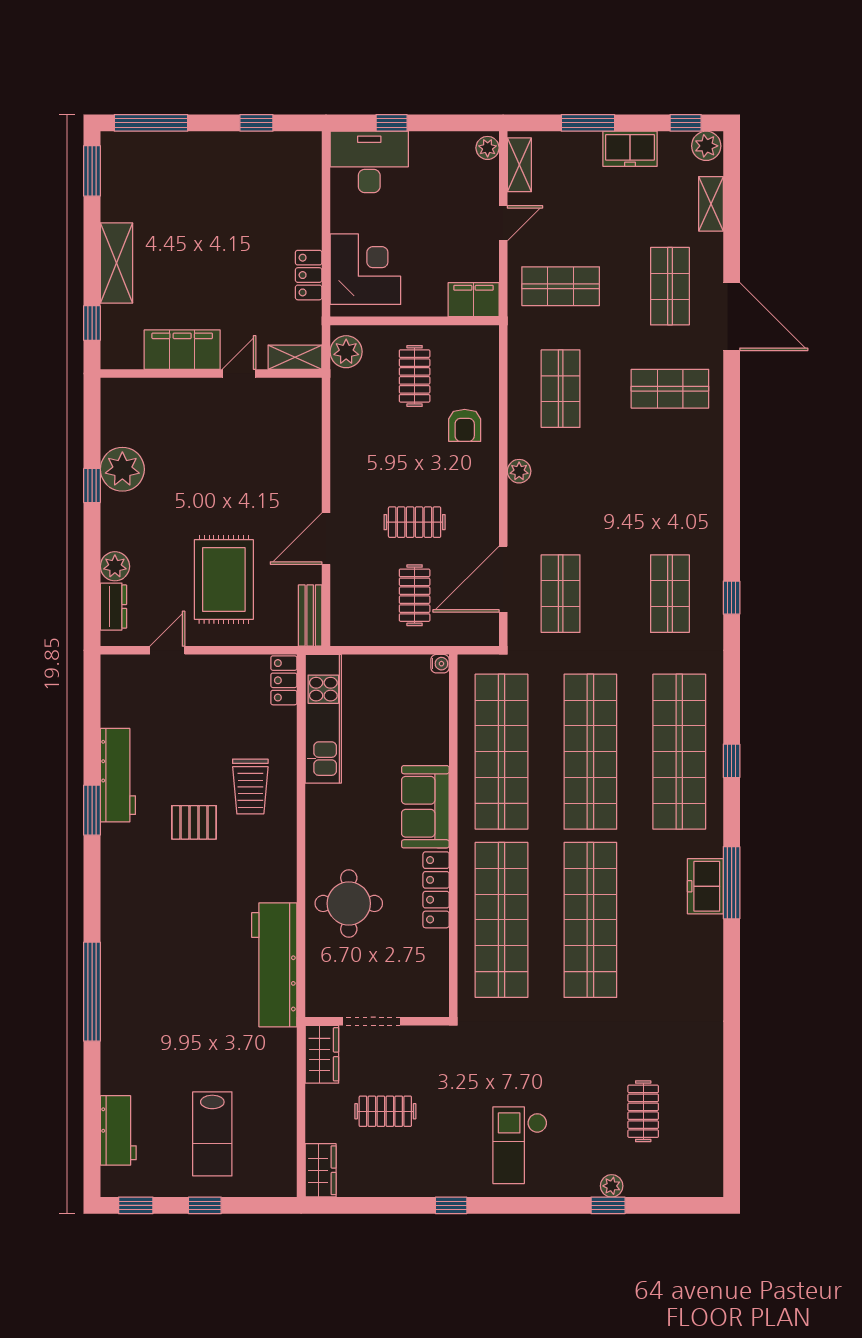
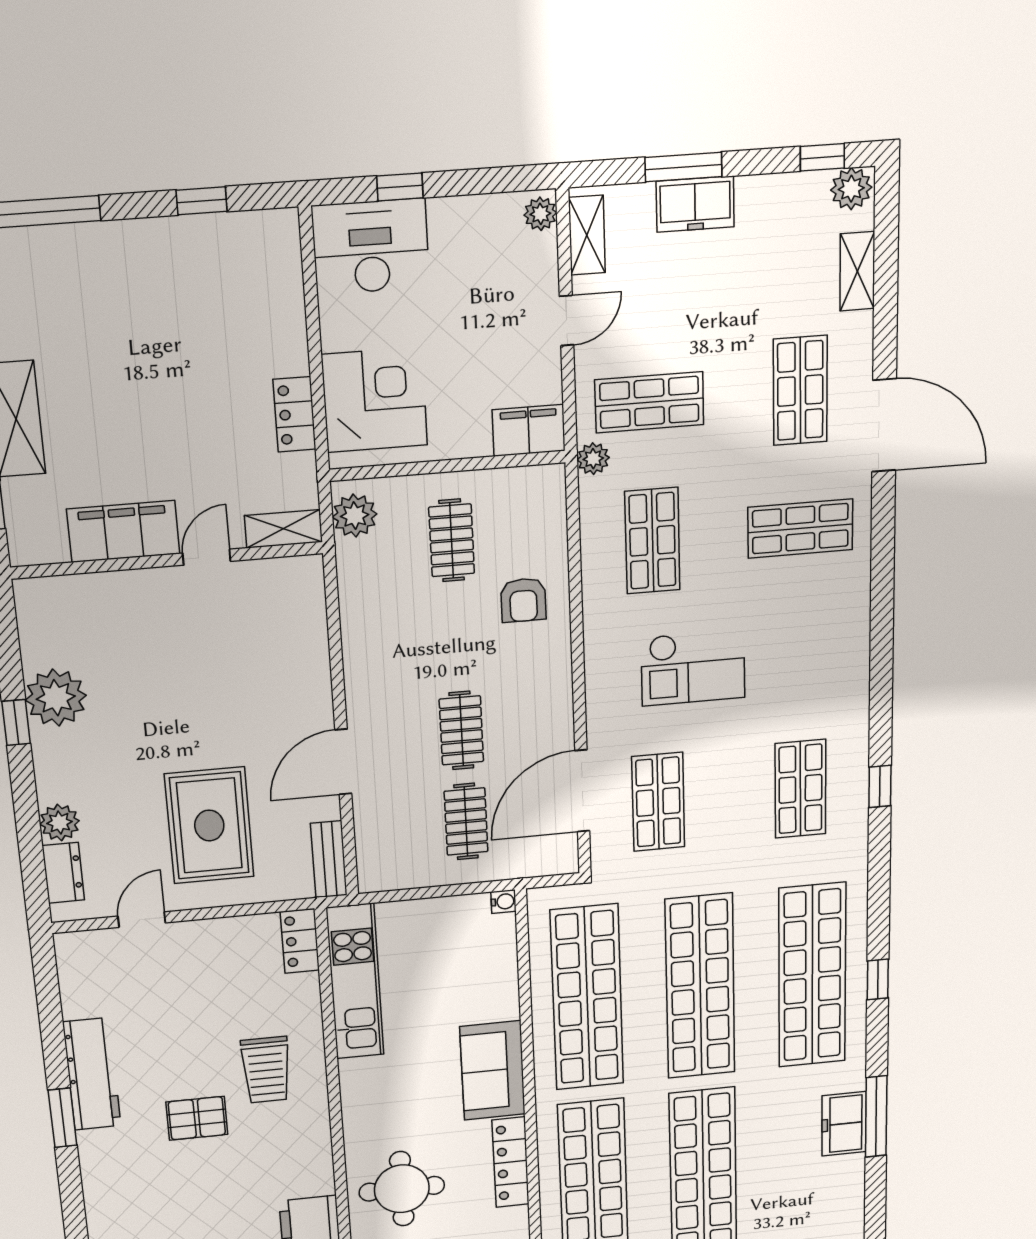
freezer: (630, 149) -> (695, 204), moved
plant: (519, 471) -> (593, 459), moved
checkout: (589, 489) -> (693, 668), added
clothes rail: (415, 522) -> (461, 730), turned 90

